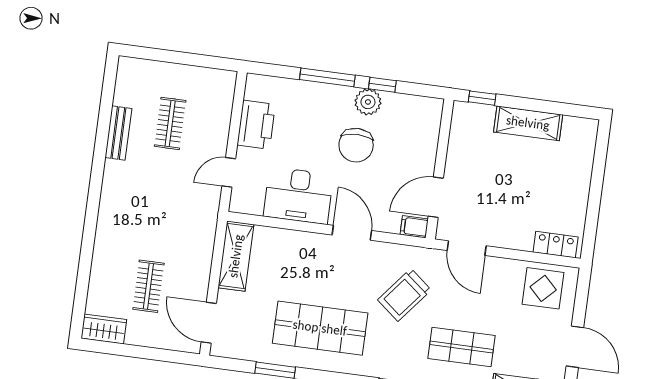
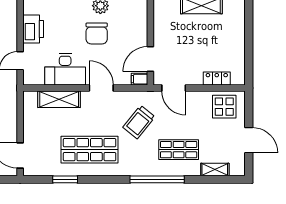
locker: (556, 245) -> (217, 78), moved
shelving: (236, 256) -> (59, 99), moved, turned 90

